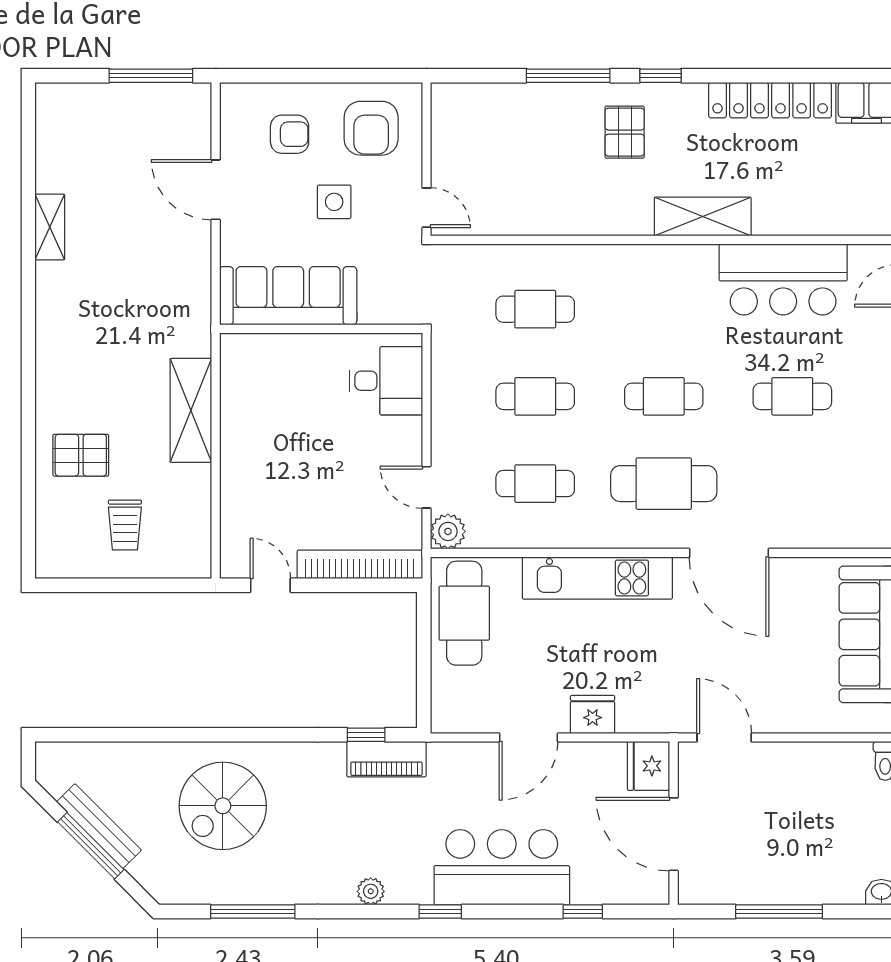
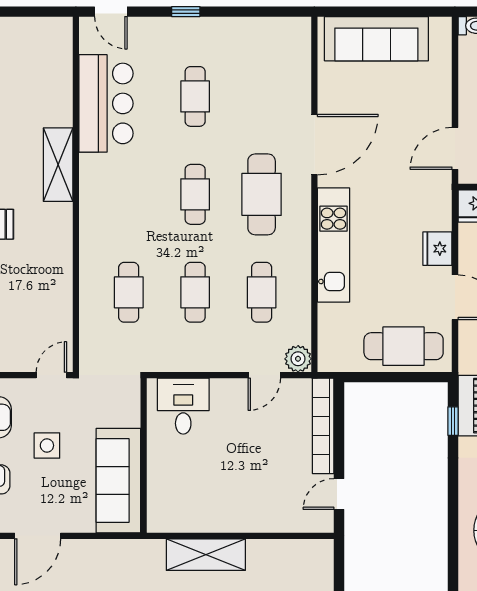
cafe table: (464, 613) -> (404, 346), moved

